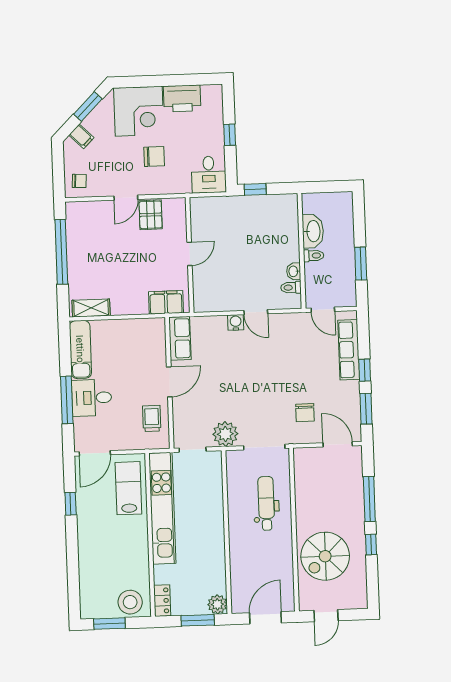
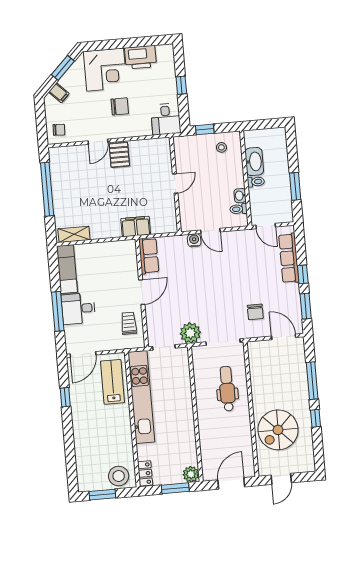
stool: (274, 212) -> (221, 147), added
door: (190, 254) -> (175, 184), moved
wall: (190, 255) -> (175, 184), moved

